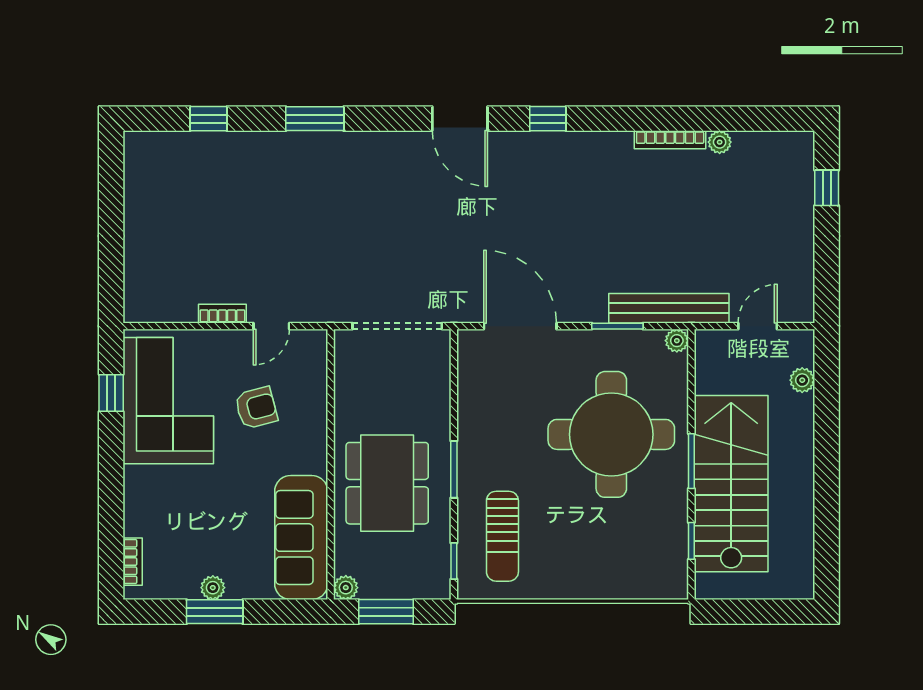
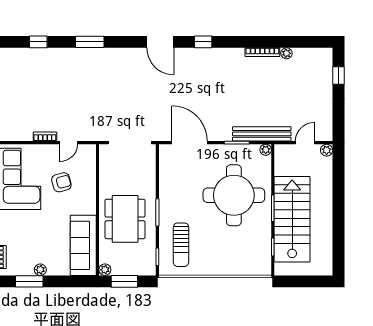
plant: (802, 380) -> (327, 150), moved
window: (215, 612) -> (29, 281), moved

